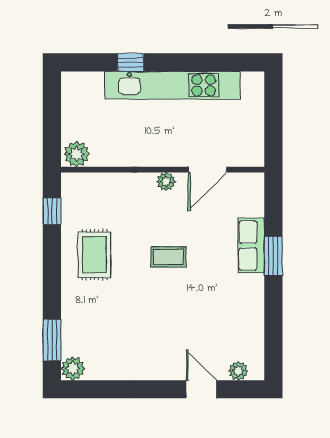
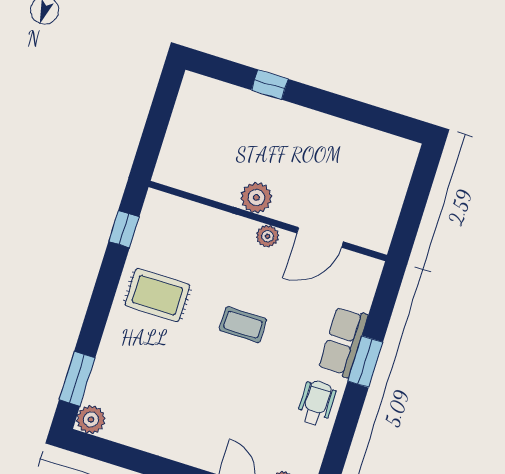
kitchen unit: (173, 85) -> (310, 126), removed
plant: (77, 154) -> (256, 198), moved
rug: (94, 255) -> (157, 295), turned 90
wheelchair: (245, 300) -> (316, 403), added

